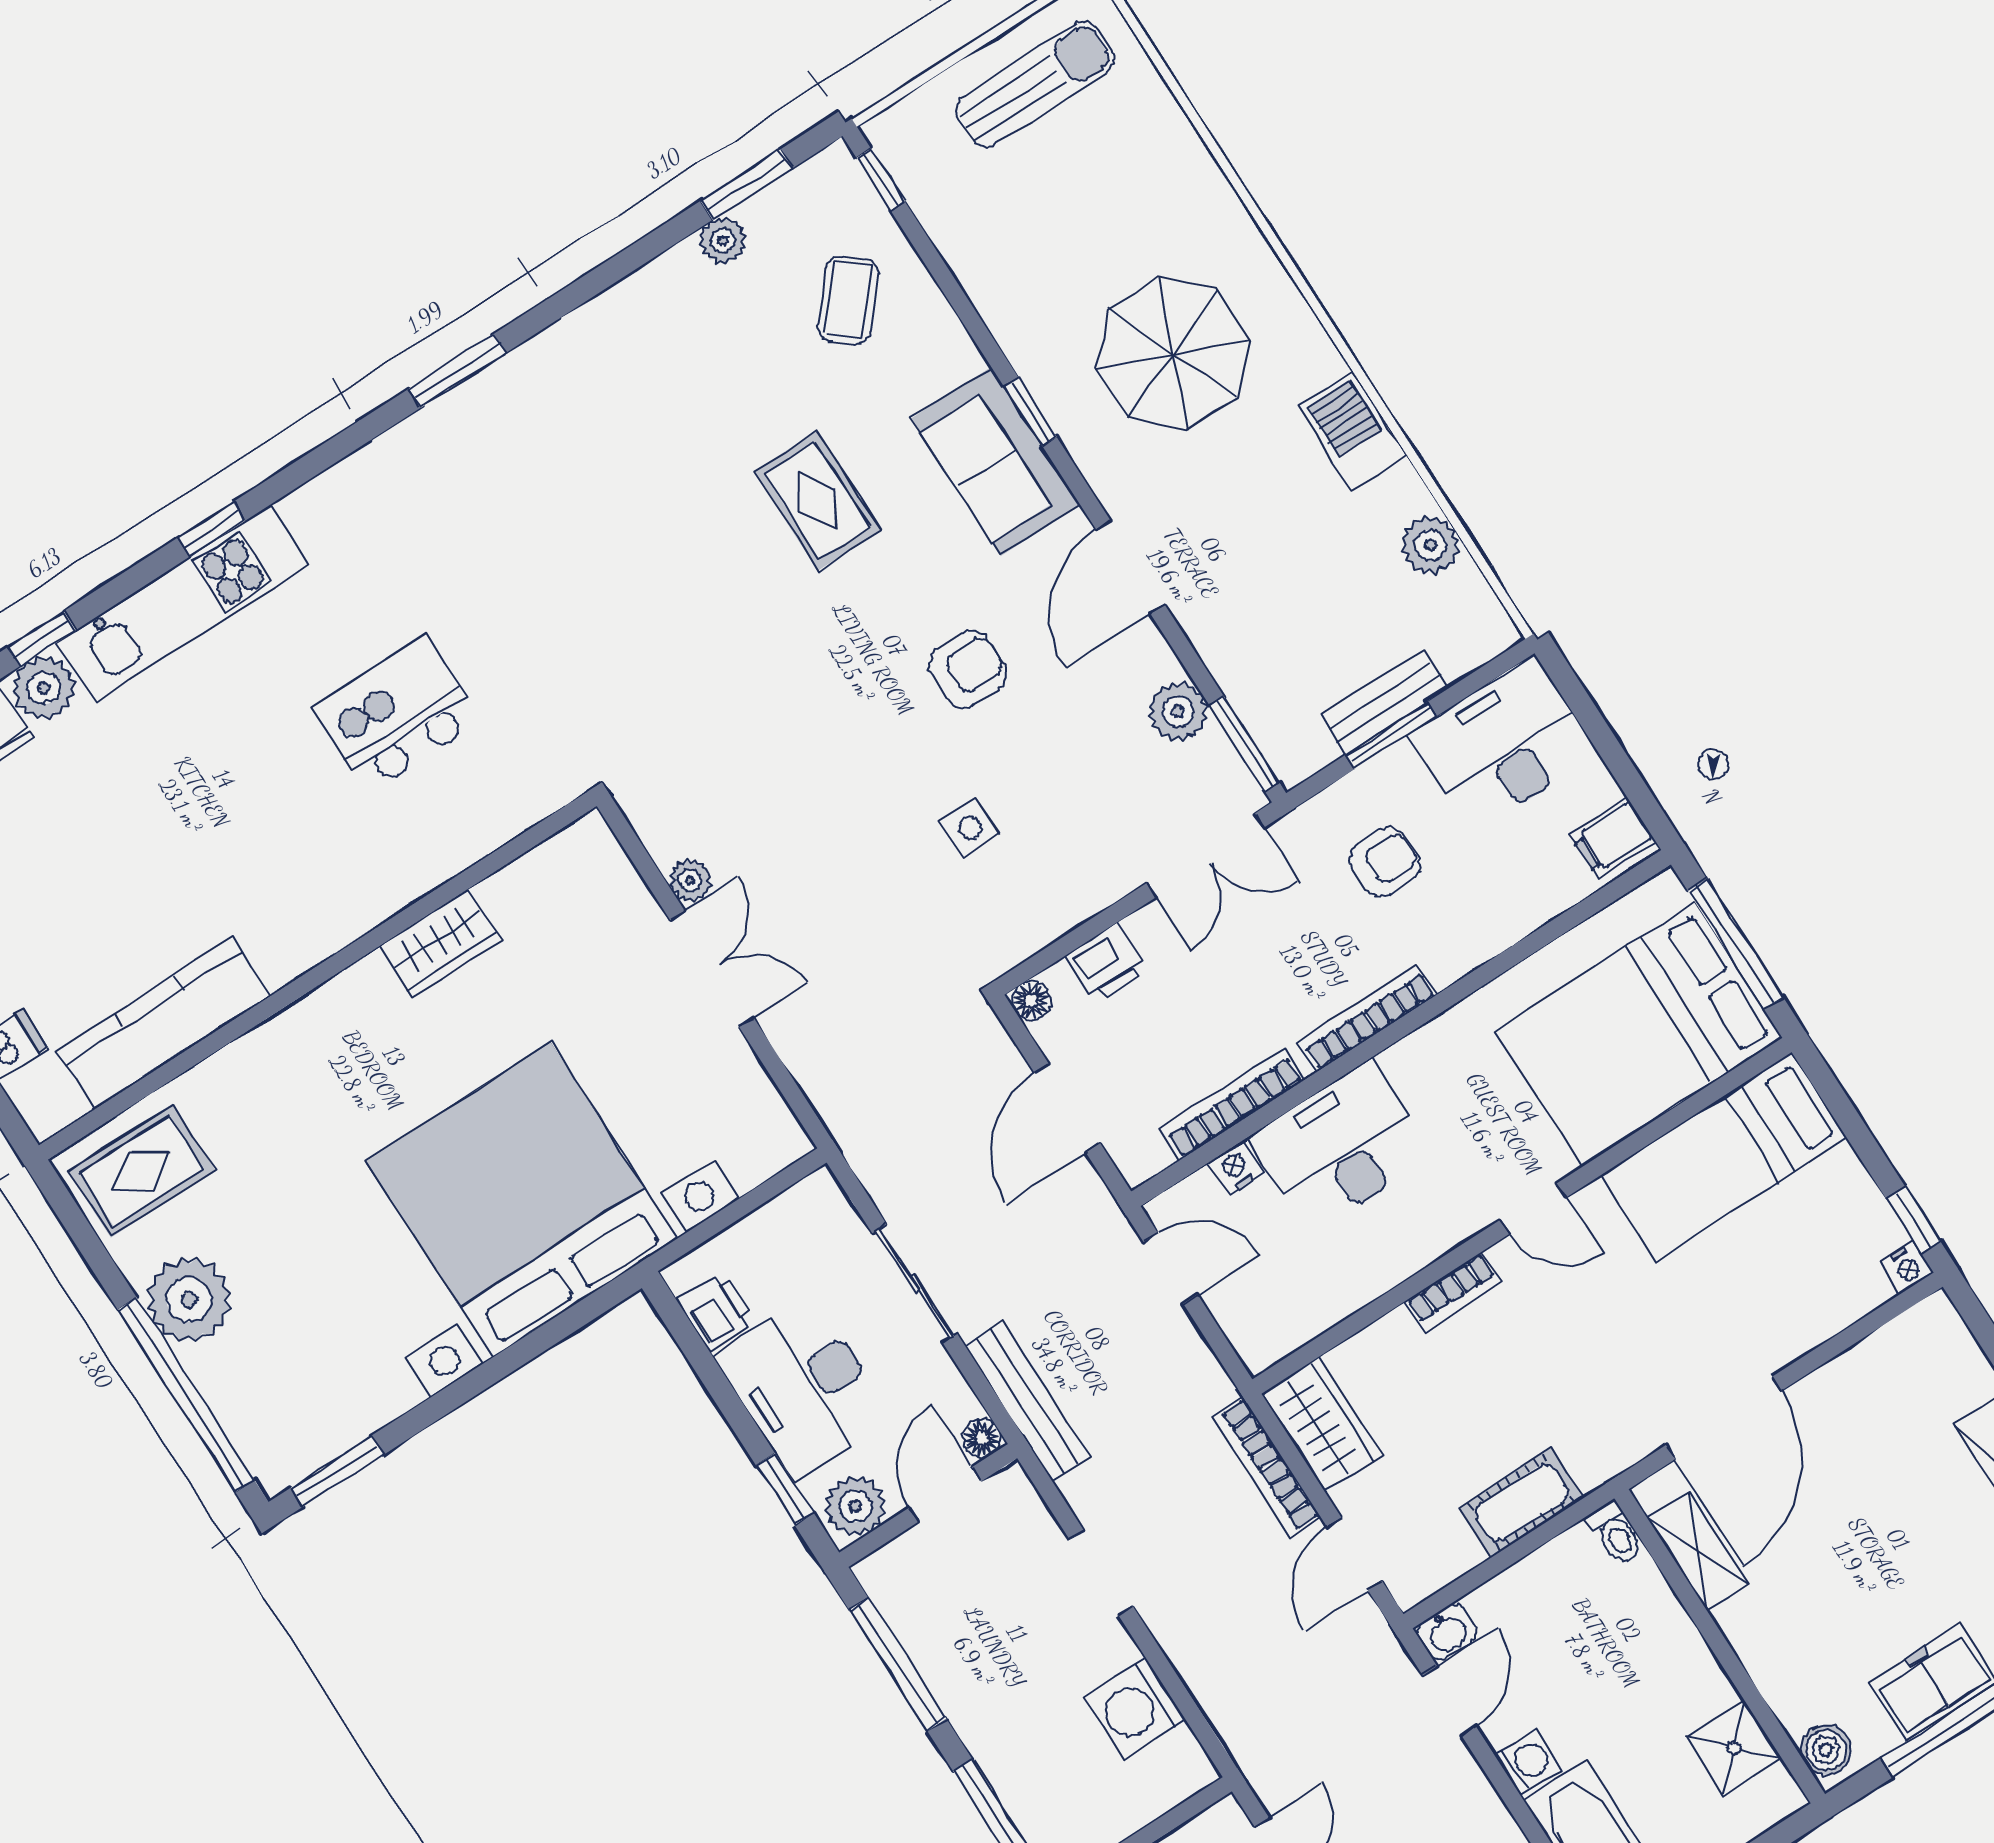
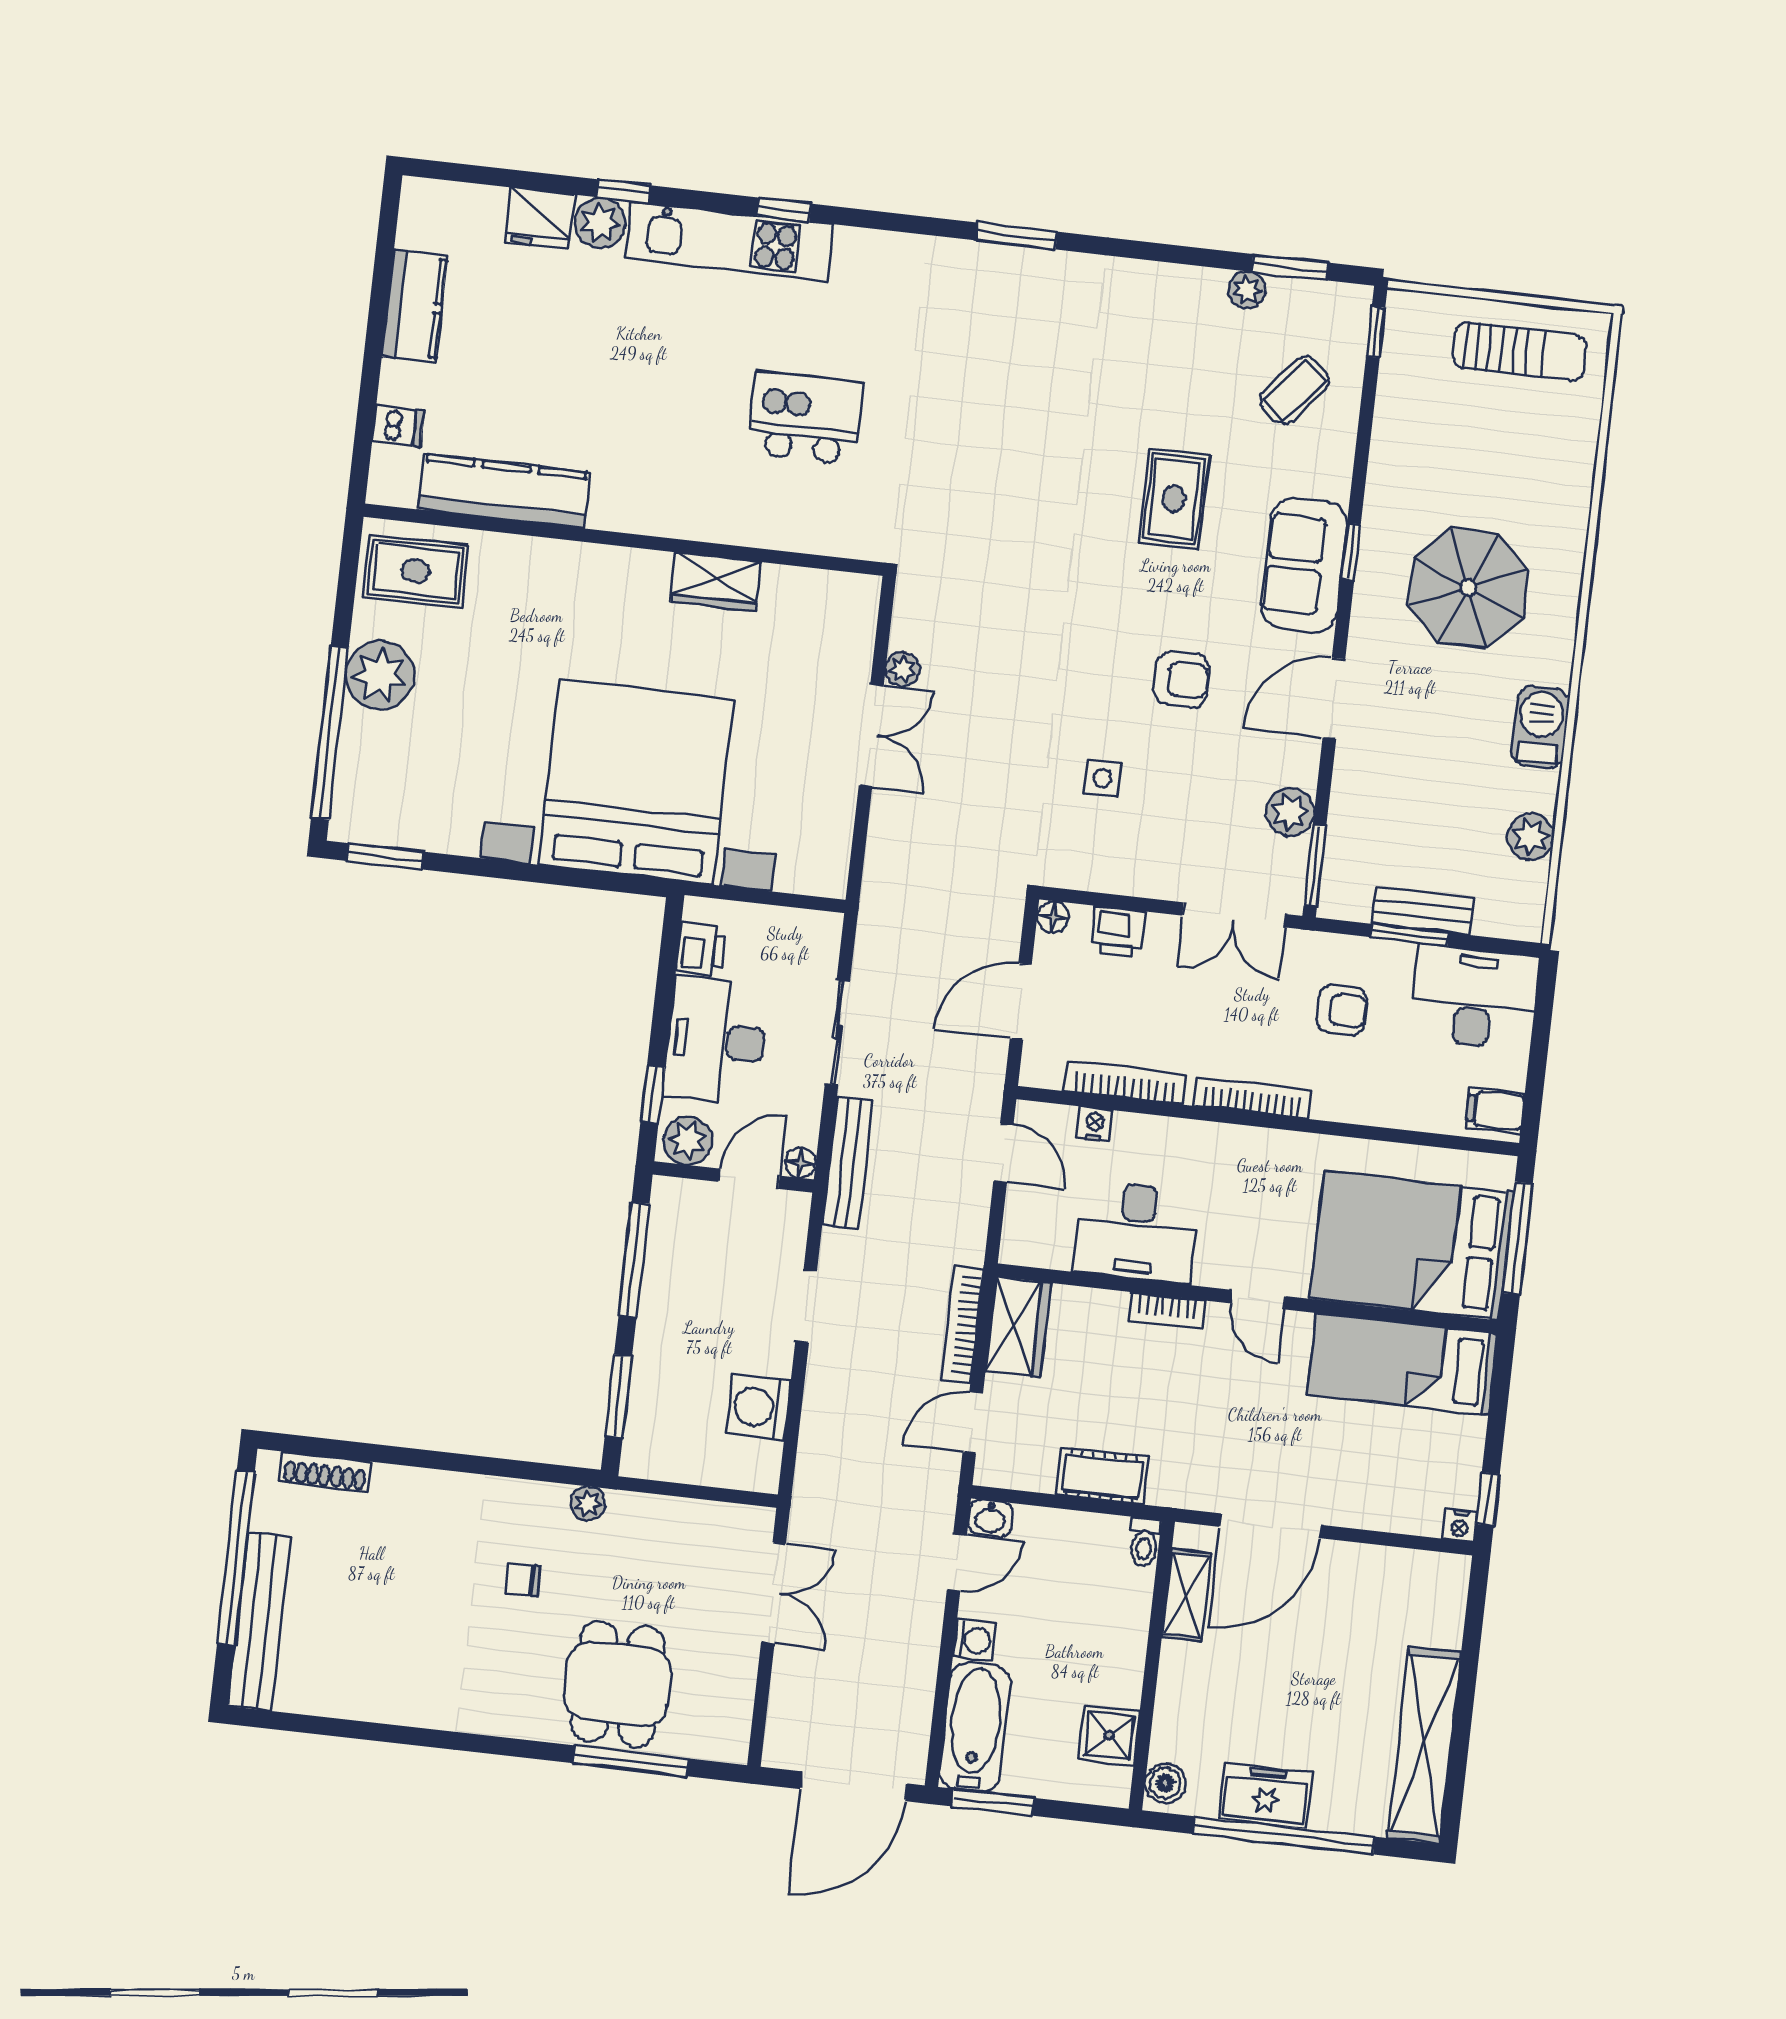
desk: (1340, 1146) -> (1136, 1232), moved, turned 180

